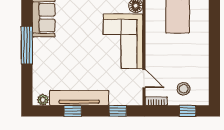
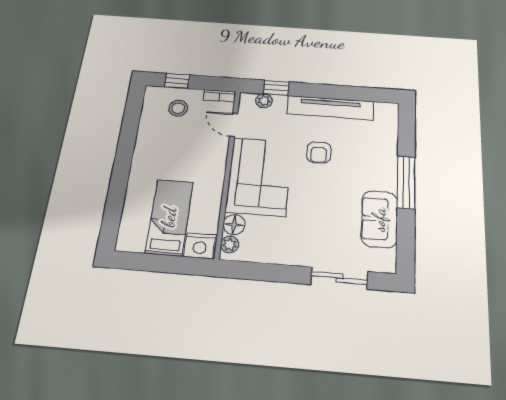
armchair: (85, 62) -> (319, 152), added
plant: (43, 100) -> (264, 101), moved
window: (73, 111) -> (340, 92), removed

